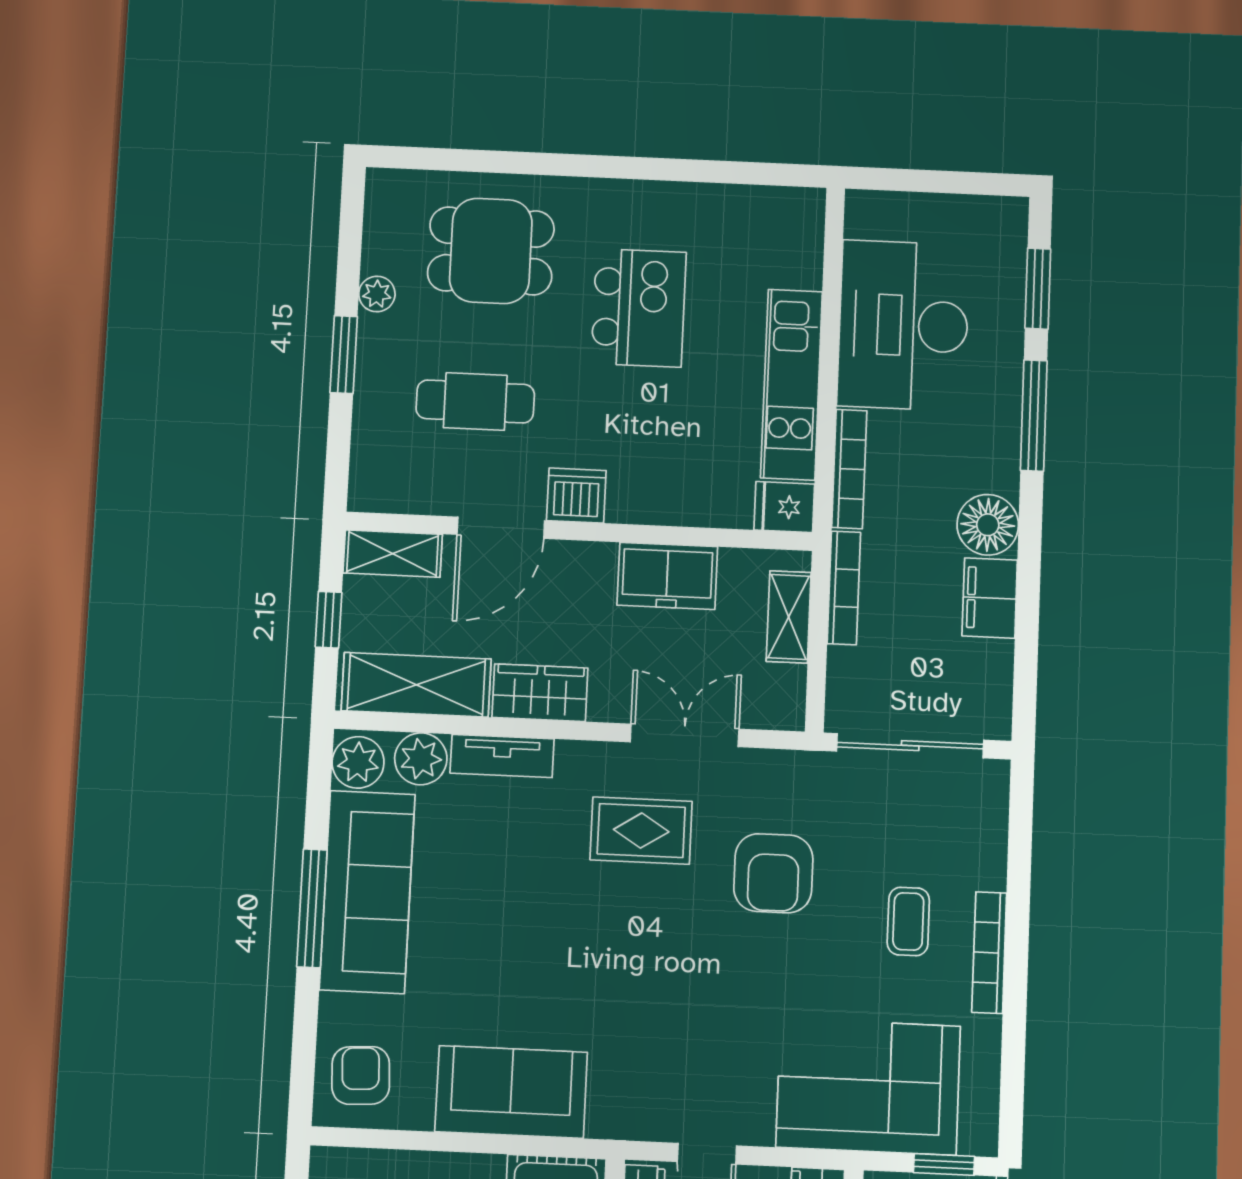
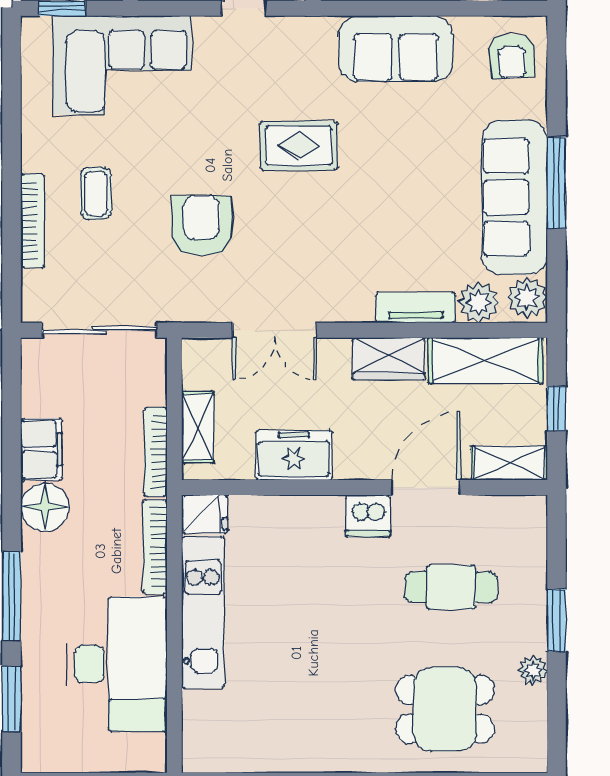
kitchen island: (639, 308) -> (326, 669), removed
rug: (641, 831) -> (299, 146), moved
bookcase: (989, 953) -> (33, 221), moved

